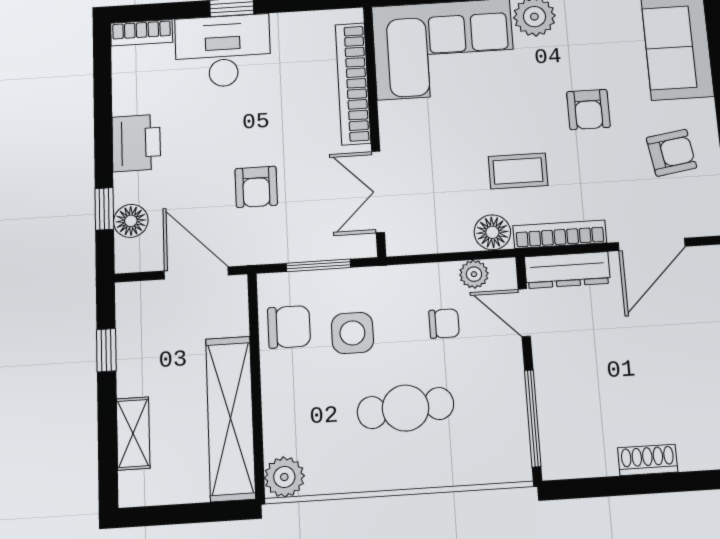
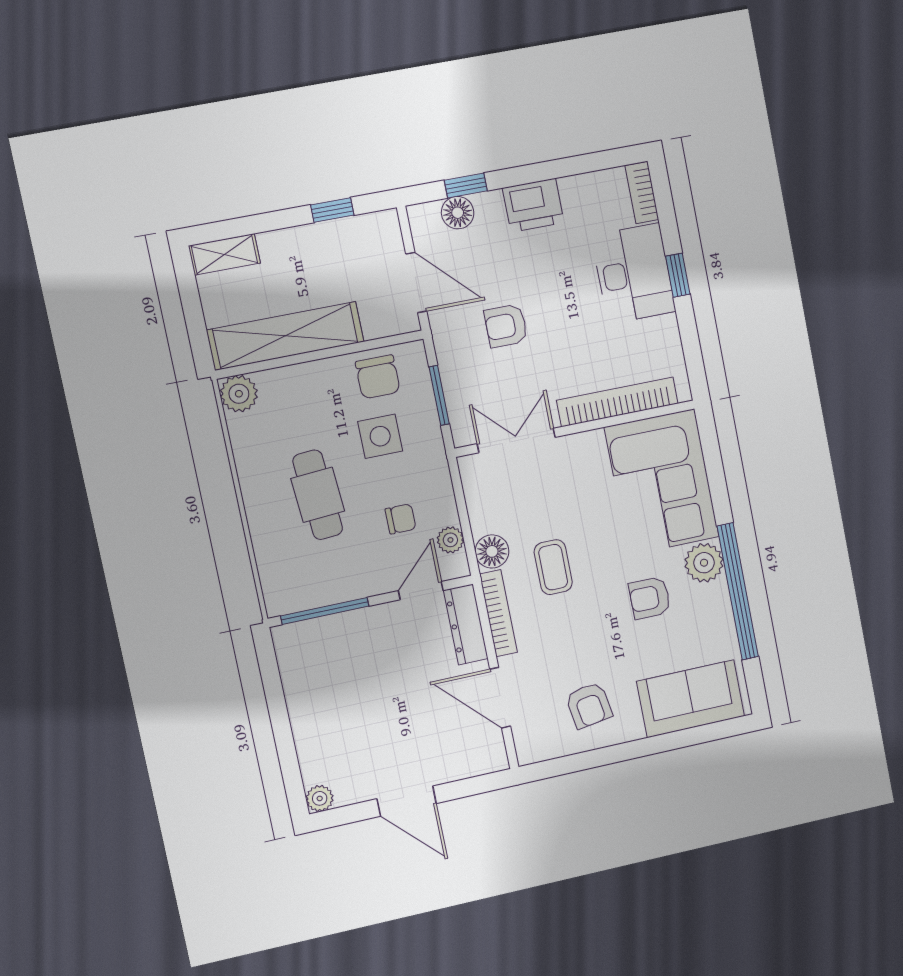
armchair: (588, 109) -> (650, 598), moved
door: (196, 273) -> (416, 283), hinge flipped
chair: (444, 324) -> (401, 519), turned -90
shelving: (133, 433) -> (224, 254), moved
shoe rack: (648, 460) -> (302, 718), removed

